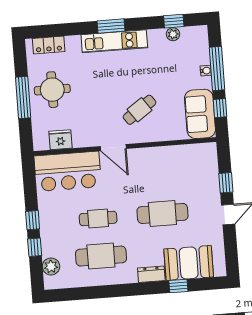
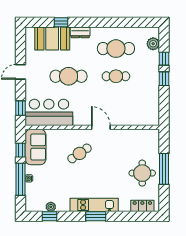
fridge: (60, 140) -> (139, 136), removed
bar counter: (68, 171) -> (49, 112), moved
window: (226, 183) -> (20, 108), moved

